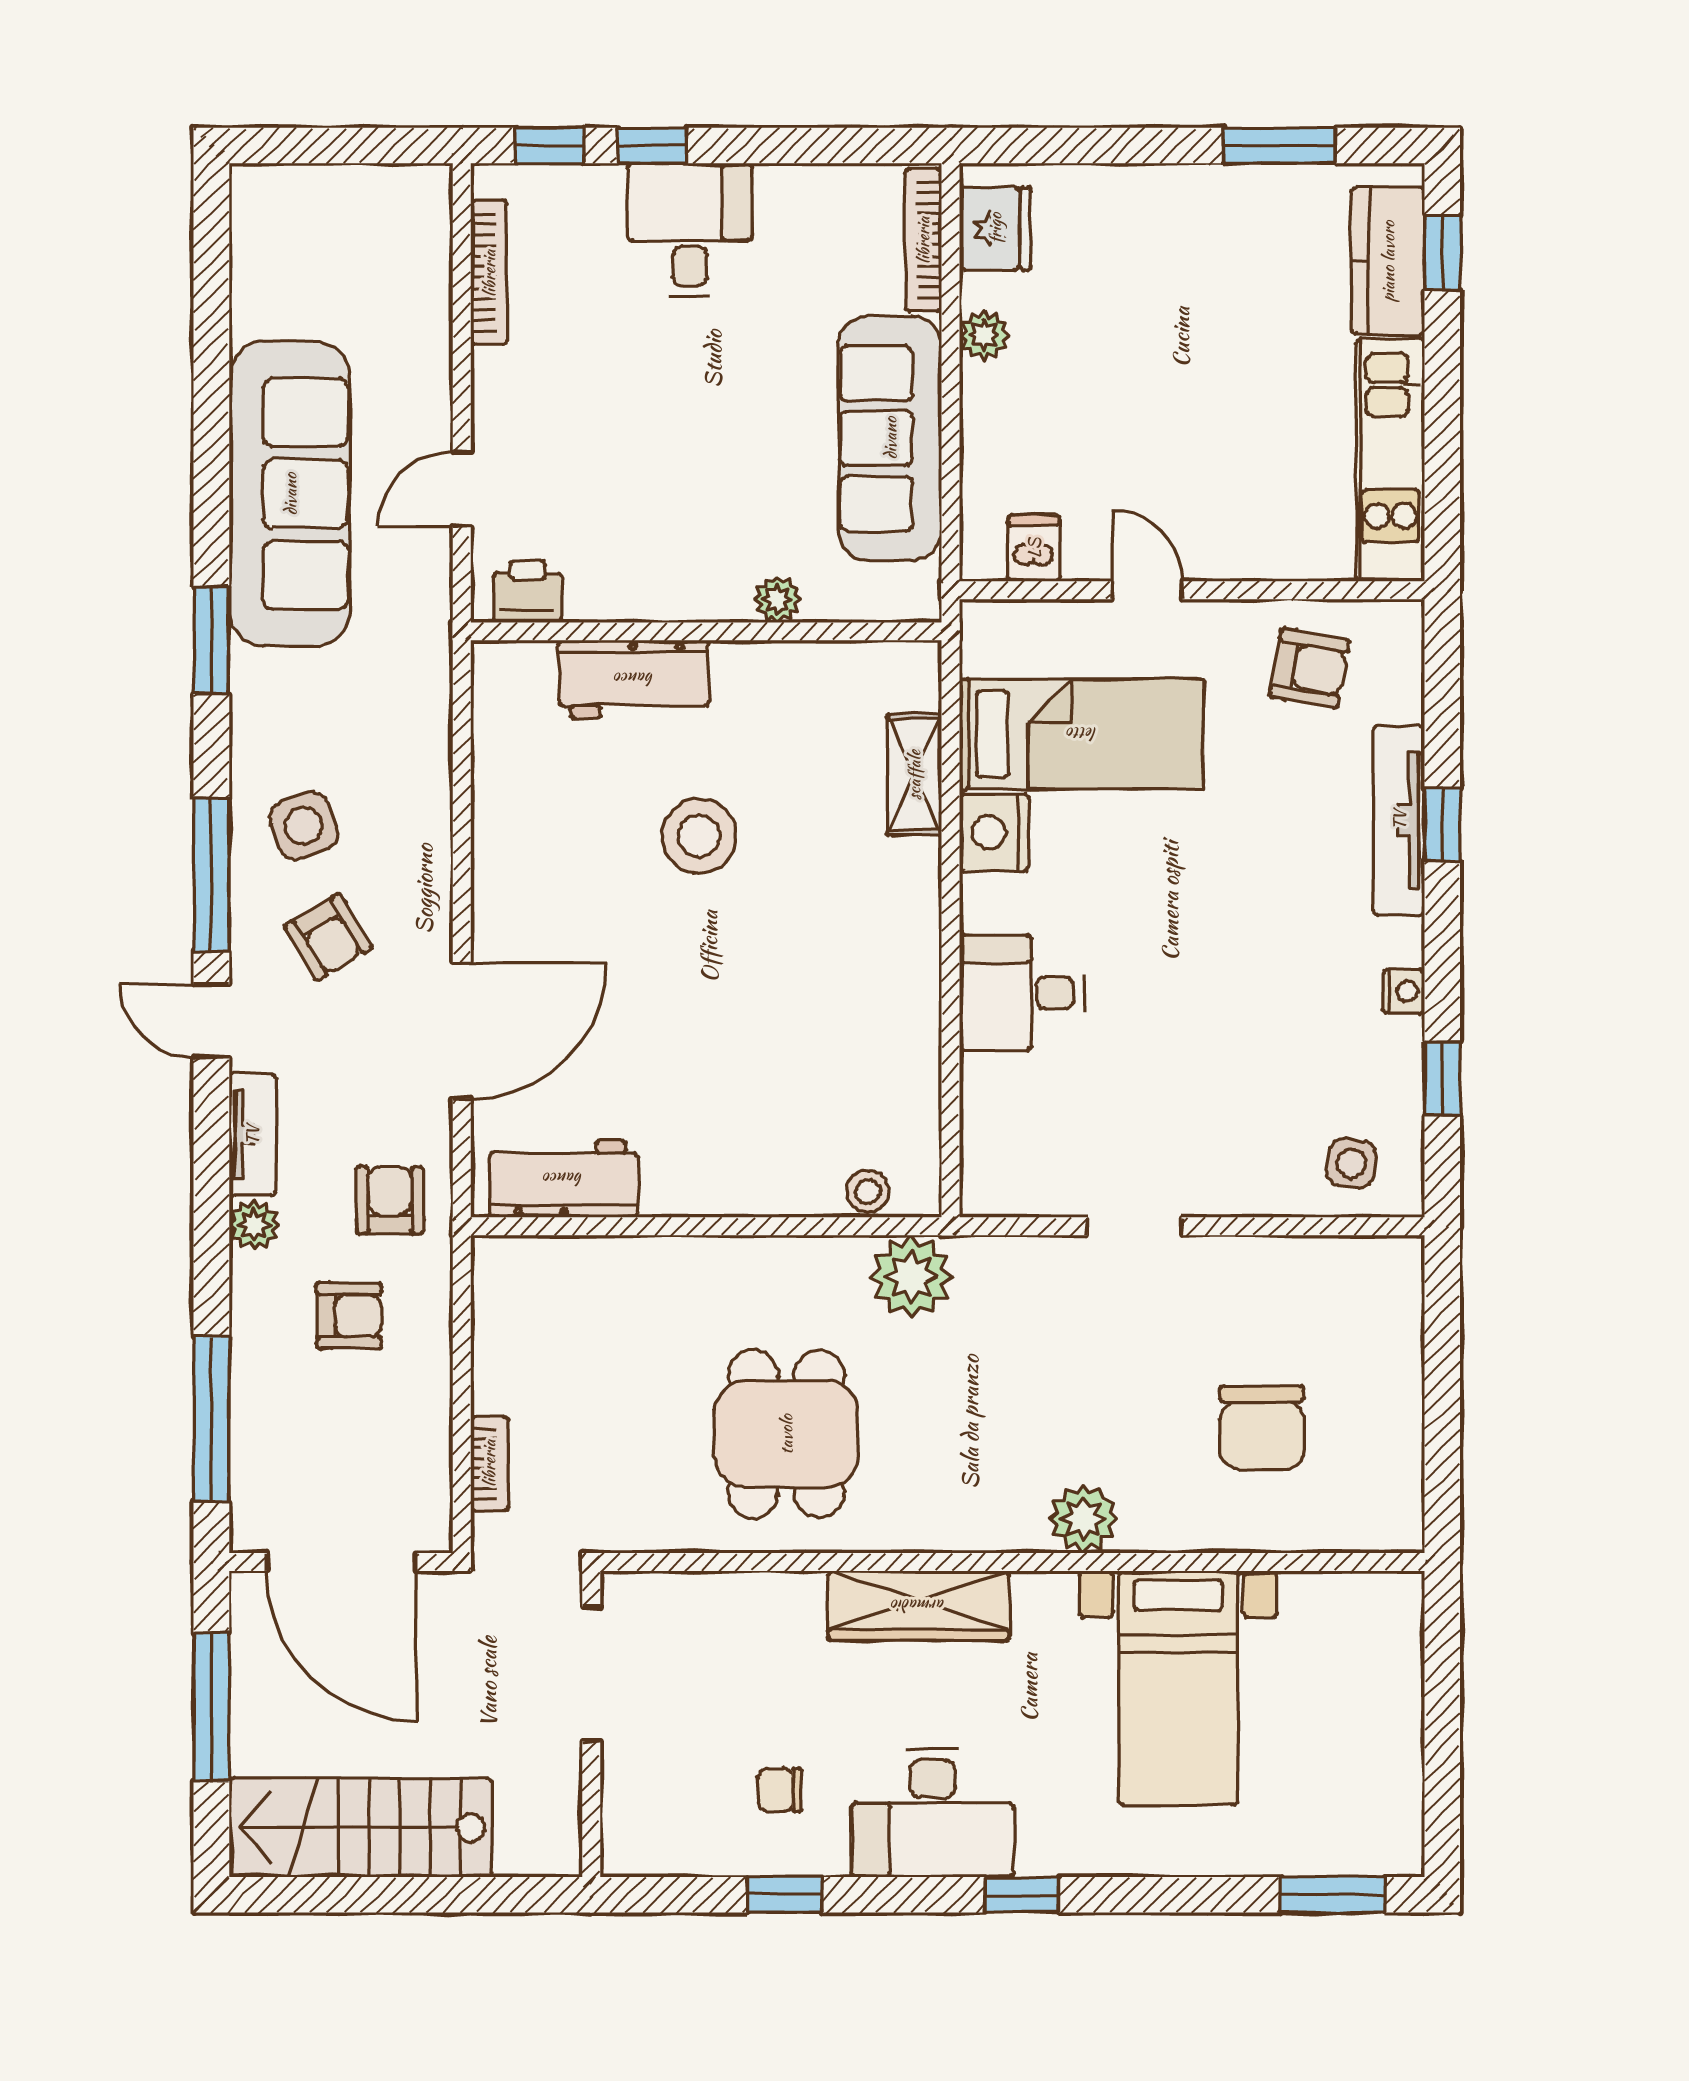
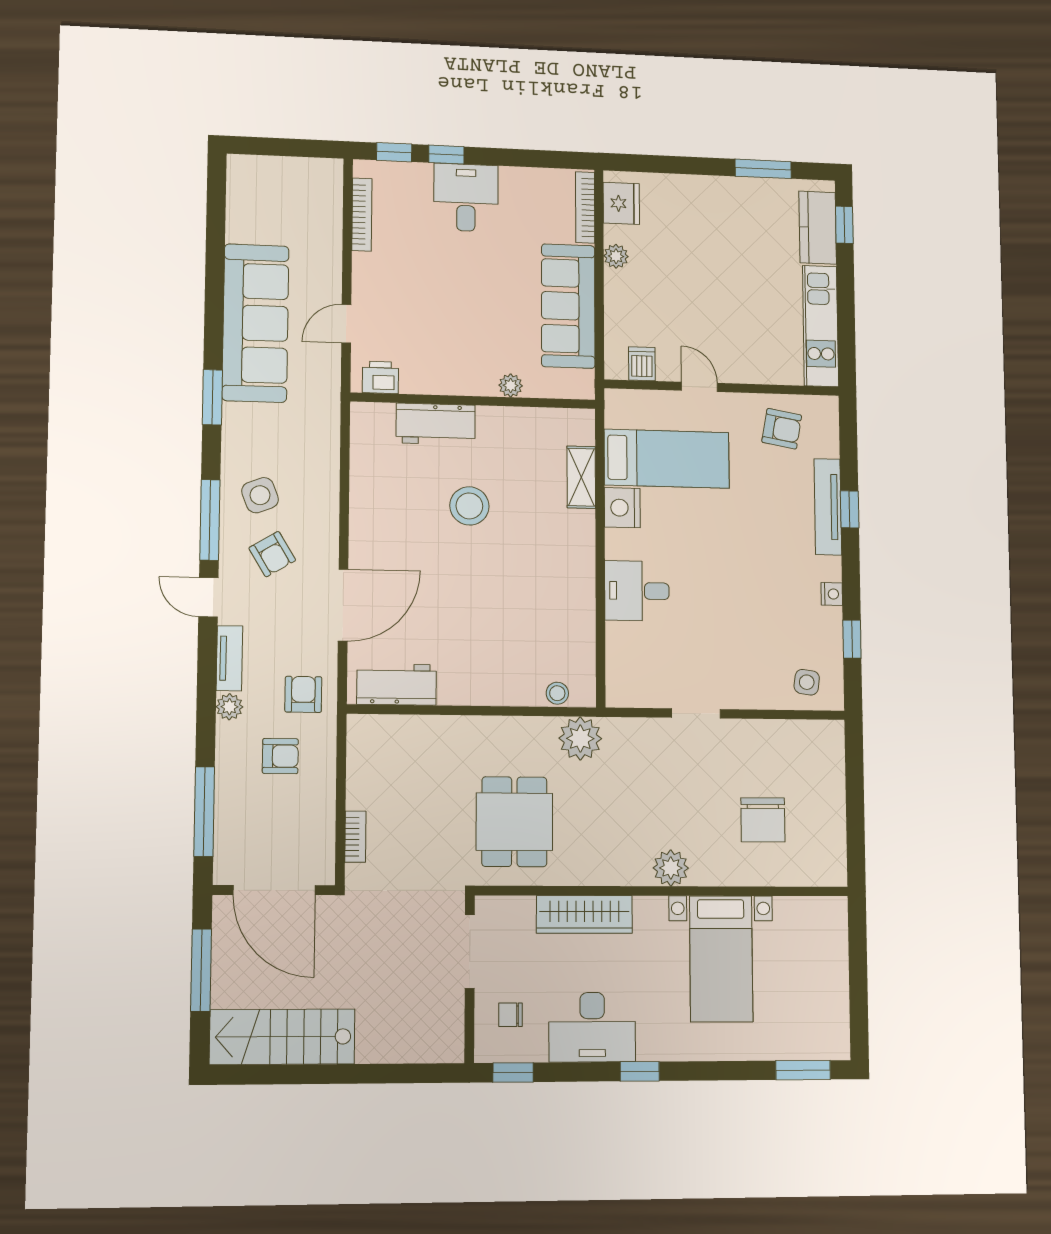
doorway: (591, 1674) -> (470, 951), moved
wall: (591, 1724) -> (470, 979), moved

